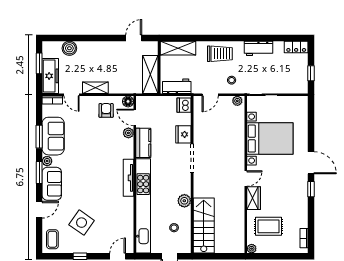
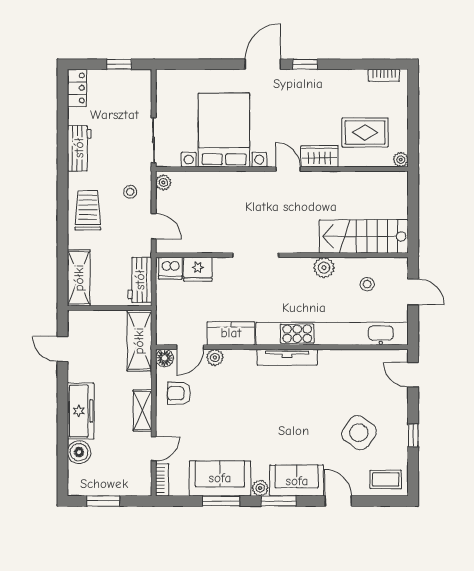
shelving: (150, 74) -> (139, 341), moved, turned 90
freezer: (50, 76) -> (81, 411), moved, turned 90
fridge: (183, 134) -> (198, 269), moved
rug: (268, 226) -> (365, 132), turned 90

